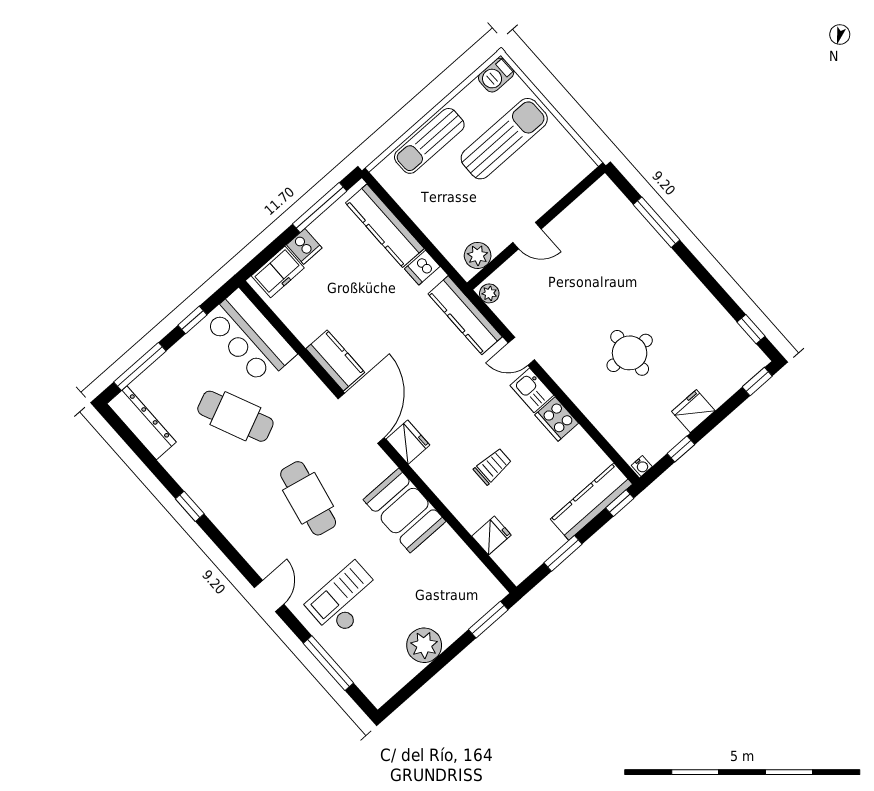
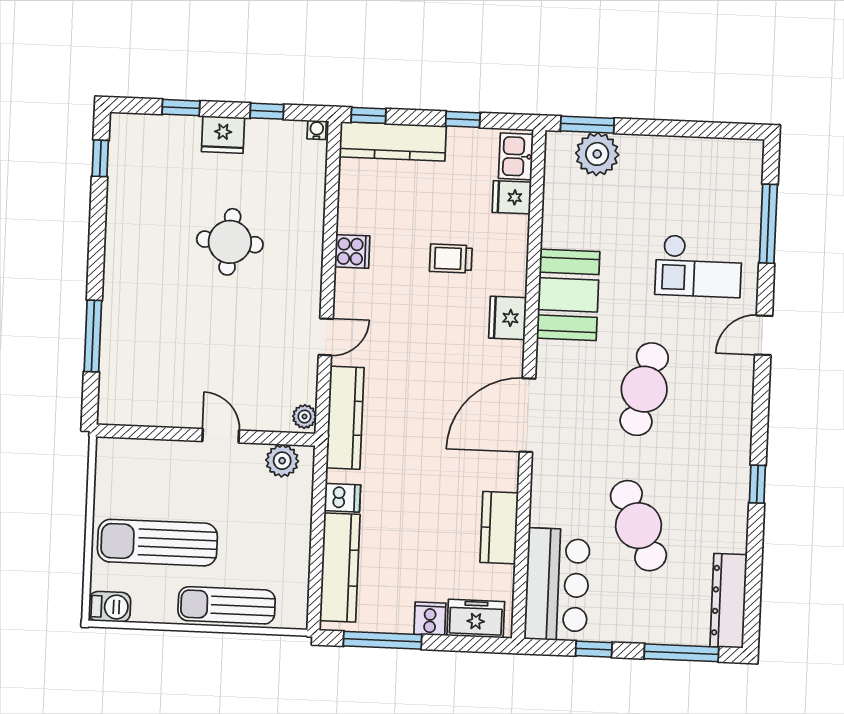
sun lounger: (429, 141) -> (227, 605), turned 180
door: (521, 351) -> (326, 337), hinge flipped
kitchen counter: (335, 360) -> (499, 528), moved
window: (757, 382) -> (181, 108), moved
kitchen sink: (532, 390) -> (516, 156), moved, turned 180
cooker: (557, 419) -> (352, 251), width x0.73
fridge: (408, 442) -> (508, 318), moved
window: (563, 553) -> (463, 119), width x0.67
plant: (424, 645) -> (597, 154), moved

